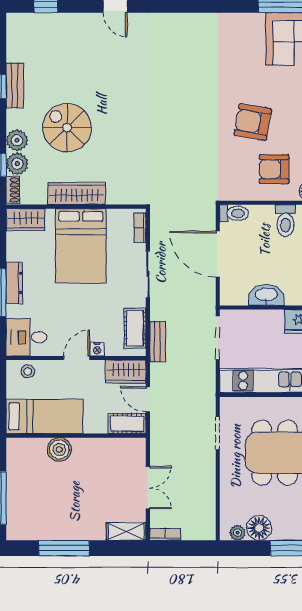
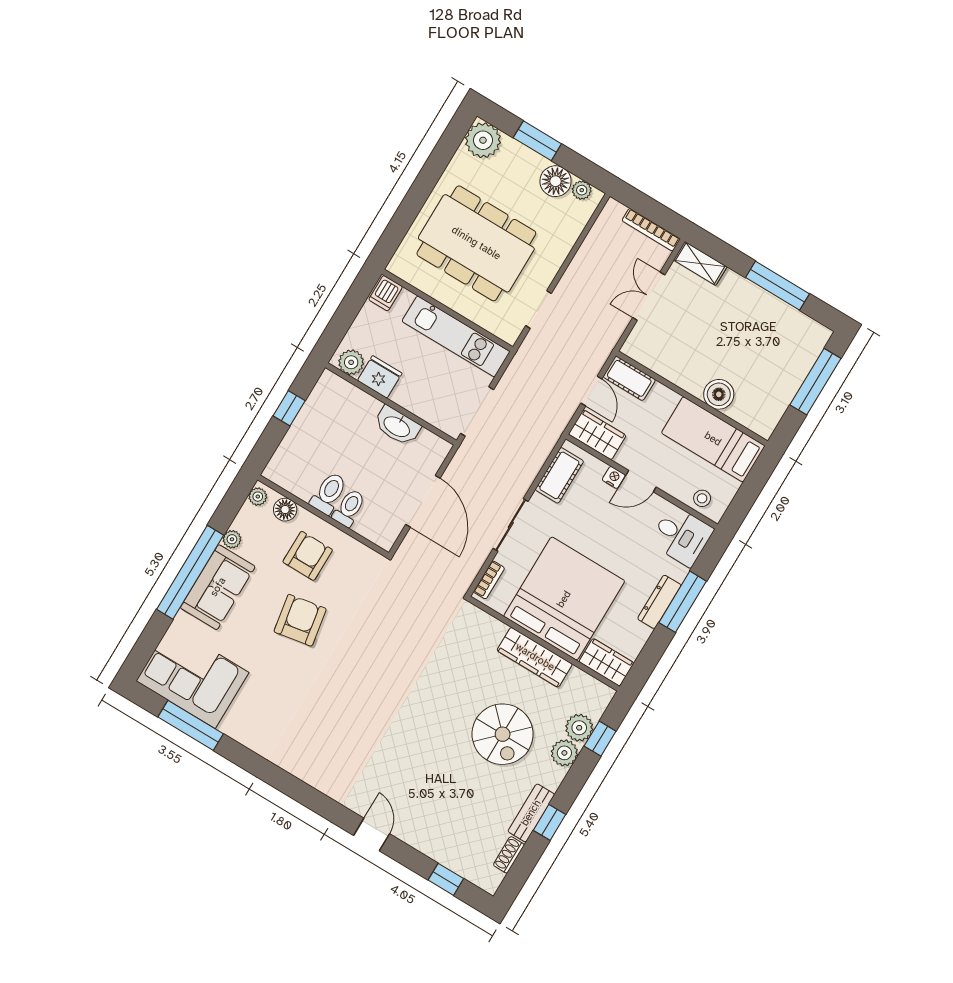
armchair: (253, 122) -> (300, 620), turned -110
armchair: (274, 169) -> (308, 556), turned -90
shoe rack: (13, 190) -> (509, 855), moved
toilet: (234, 213) -> (349, 508), moved, turned 90
bed: (81, 246) -> (564, 599), width x1.36
bench: (158, 342) -> (544, 446), removed
bookcase: (165, 534) -> (651, 230), width x1.56

